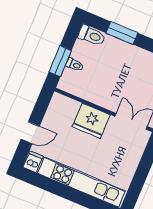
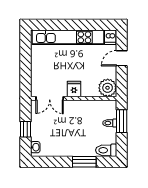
plant: (60, 106) -> (108, 88), added
fridge: (91, 121) -> (74, 89), width x0.53, depth x0.75

